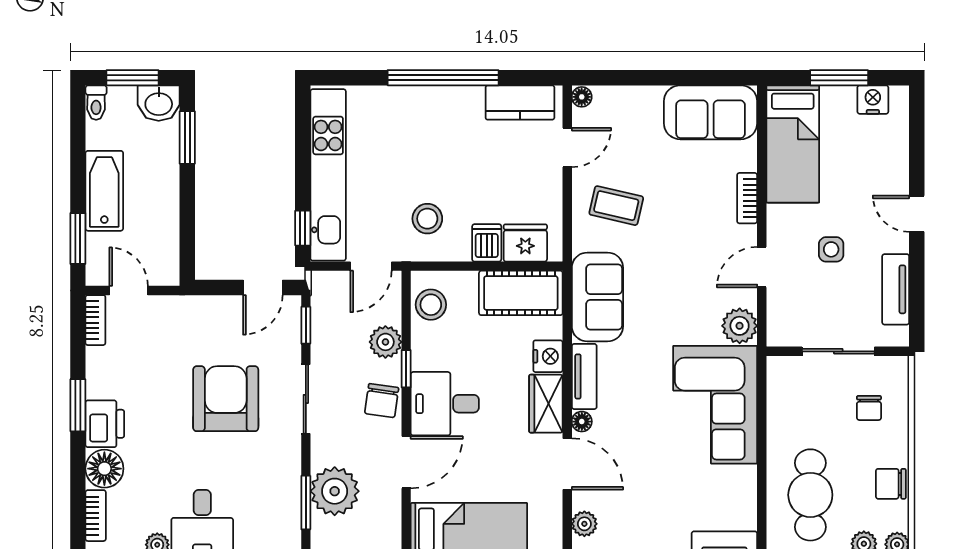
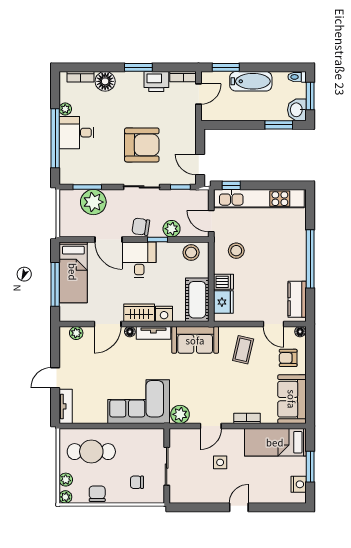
armchair: (632, 120) -> (288, 358), added
door: (762, 267) -> (211, 426), swing flipped
tv unit: (896, 289) -> (199, 496), removed
printer: (105, 424) -> (156, 82), moved

